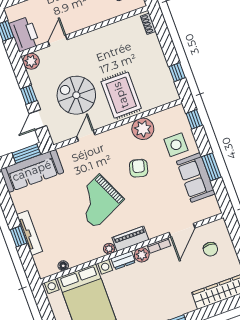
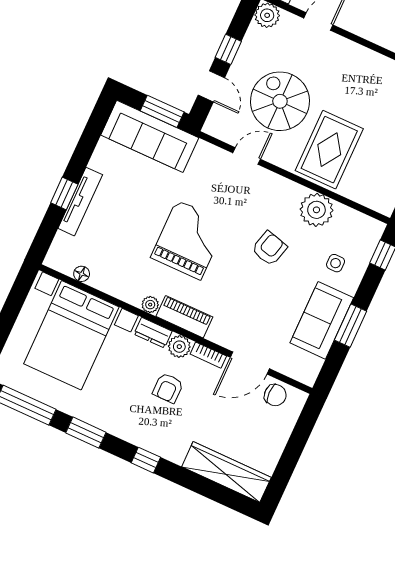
door: (38, 120) -> (211, 86), swing flipped
side table: (176, 145) -> (336, 263), width x0.54, depth x0.54
grand piano: (97, 201) -> (189, 240), turned 115
chair: (210, 249) -> (275, 395), moved, turned -90
armchair: (155, 279) -> (168, 388), added

